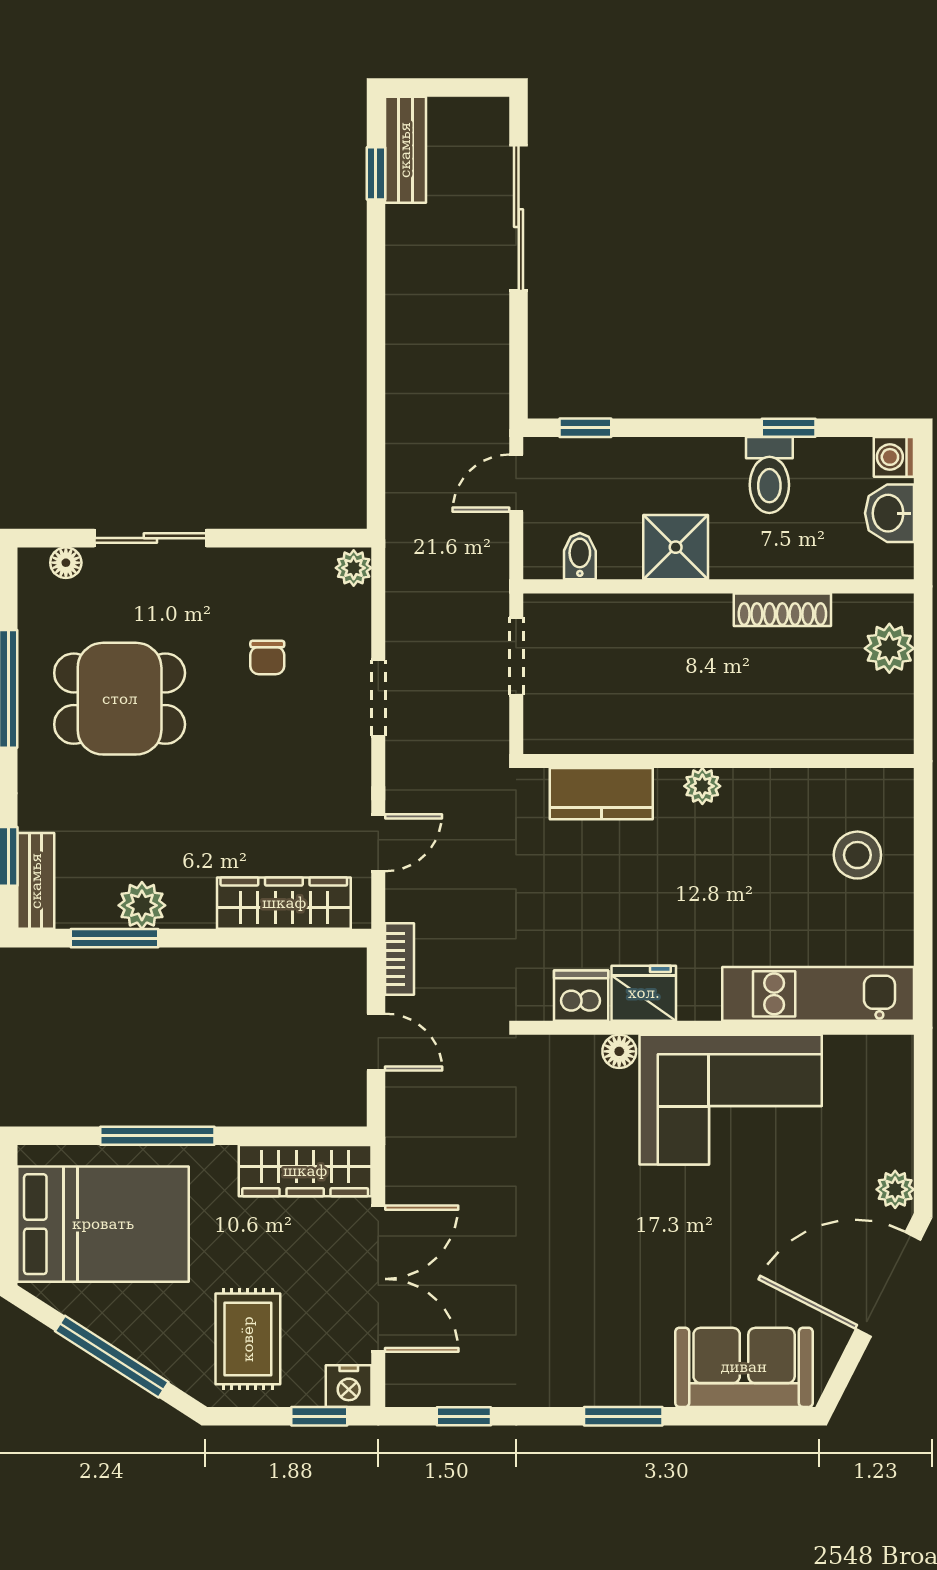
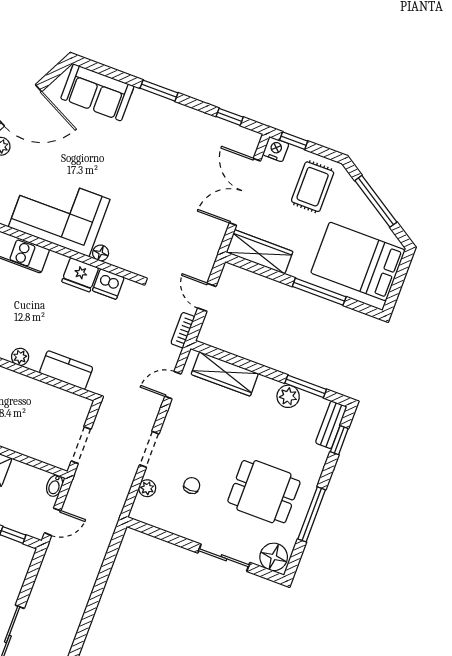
bidet: (580, 556) -> (55, 486), moved
floor lamp: (66, 563) -> (274, 557), width x1.89, depth x1.89
plant: (354, 568) -> (147, 488), moved

